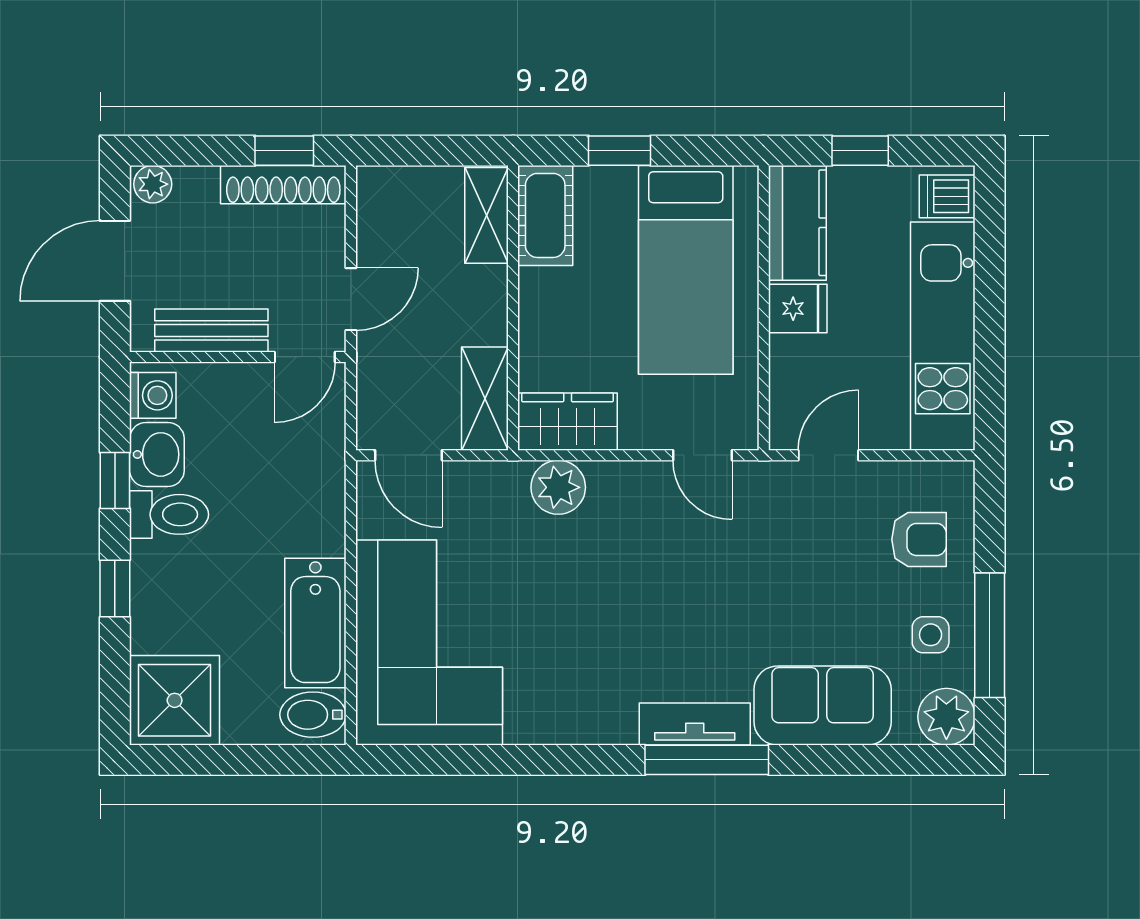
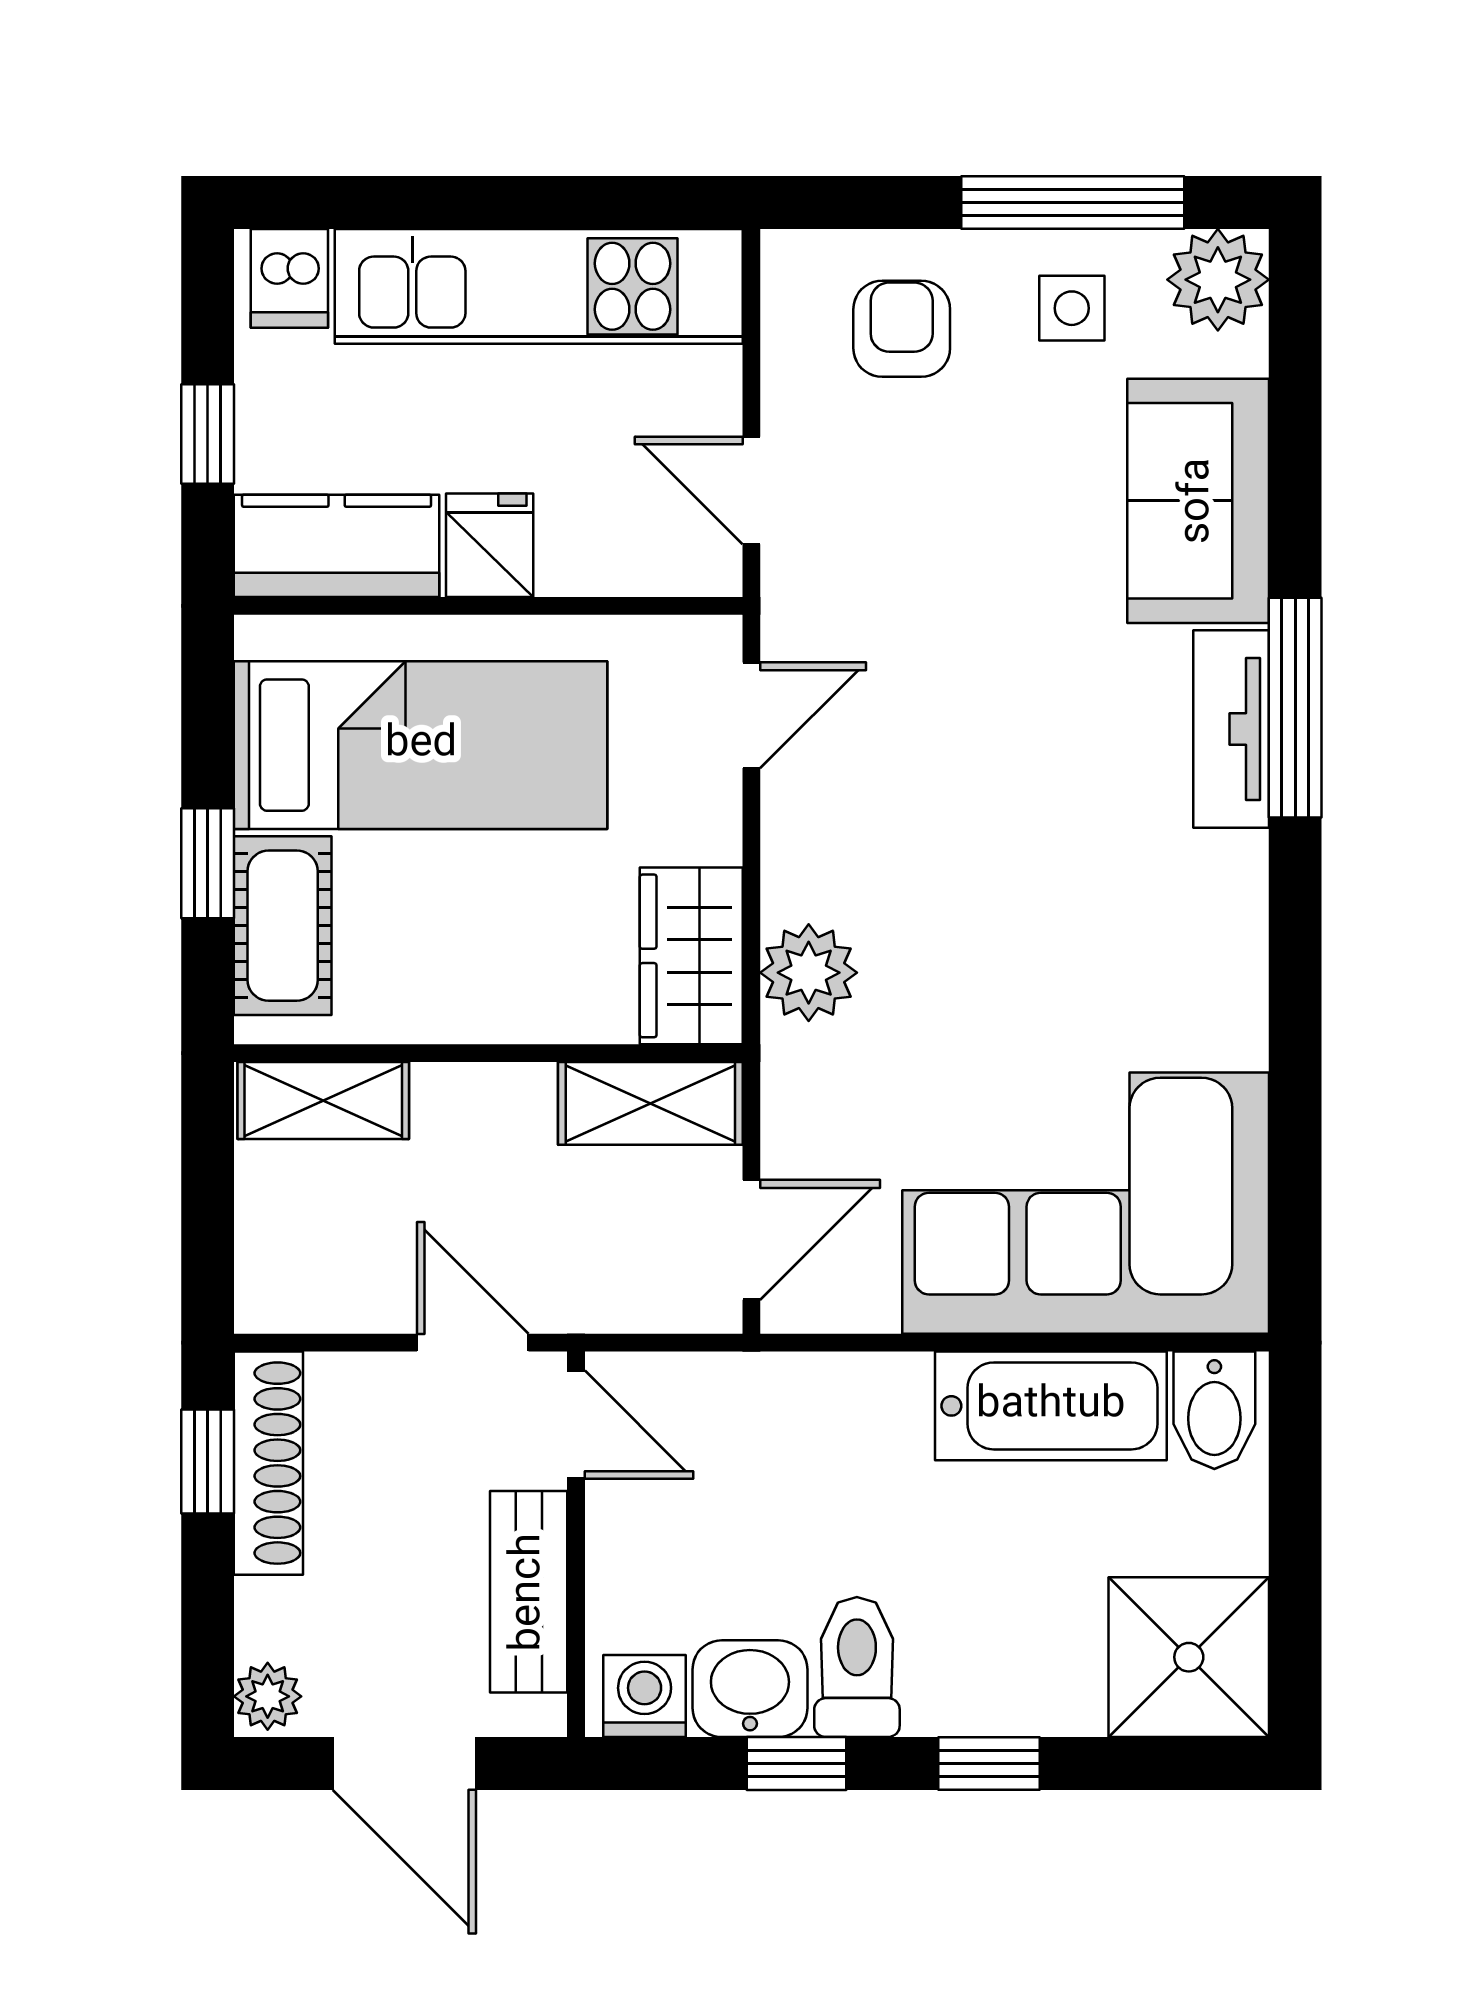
cot: (545, 215) -> (283, 926), moved, turned 90

